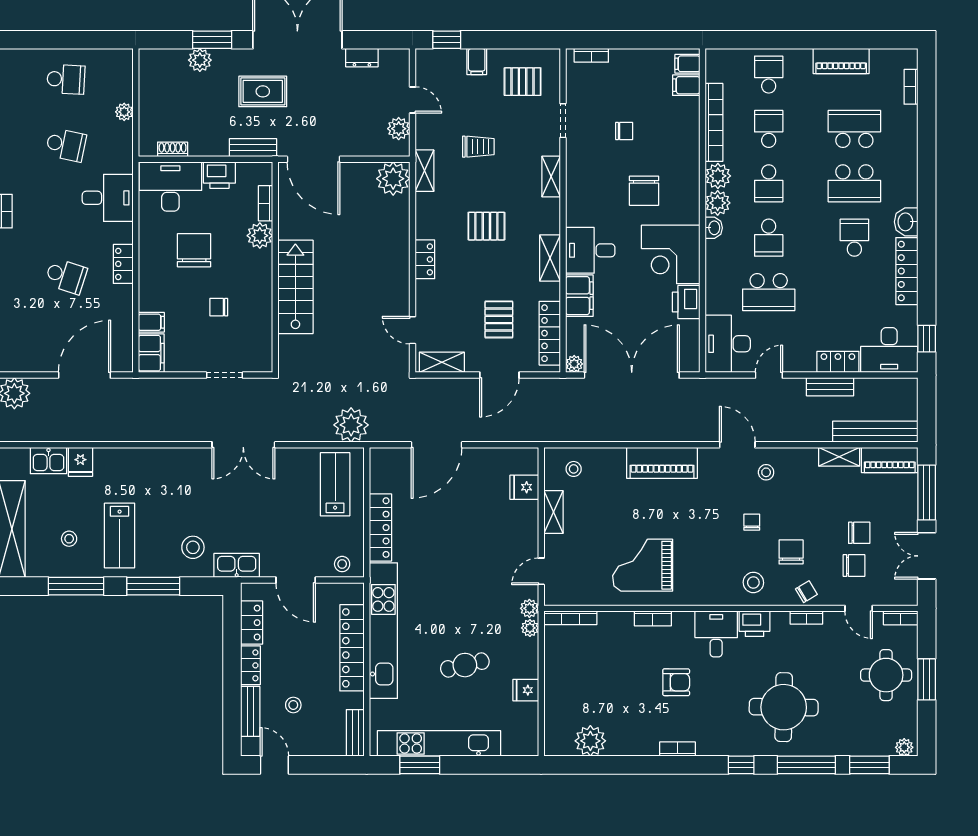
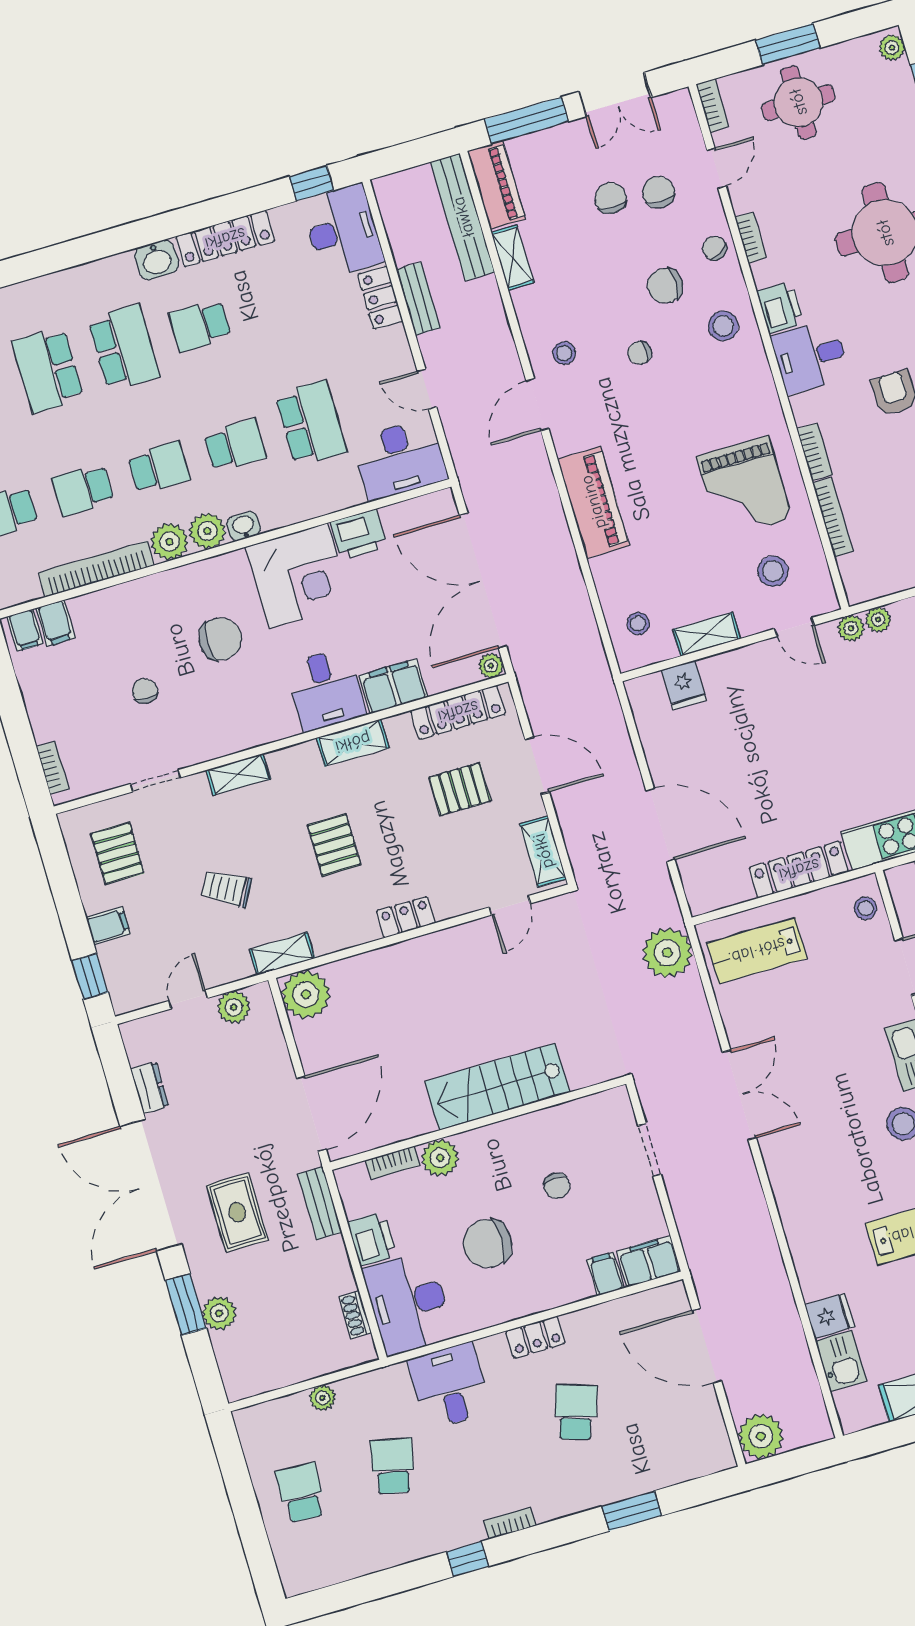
trolley: (478, 147) -> (226, 888), turned -61
stool: (582, 568) -> (773, 571), added
bookcase: (570, 618) -> (833, 517), moved

